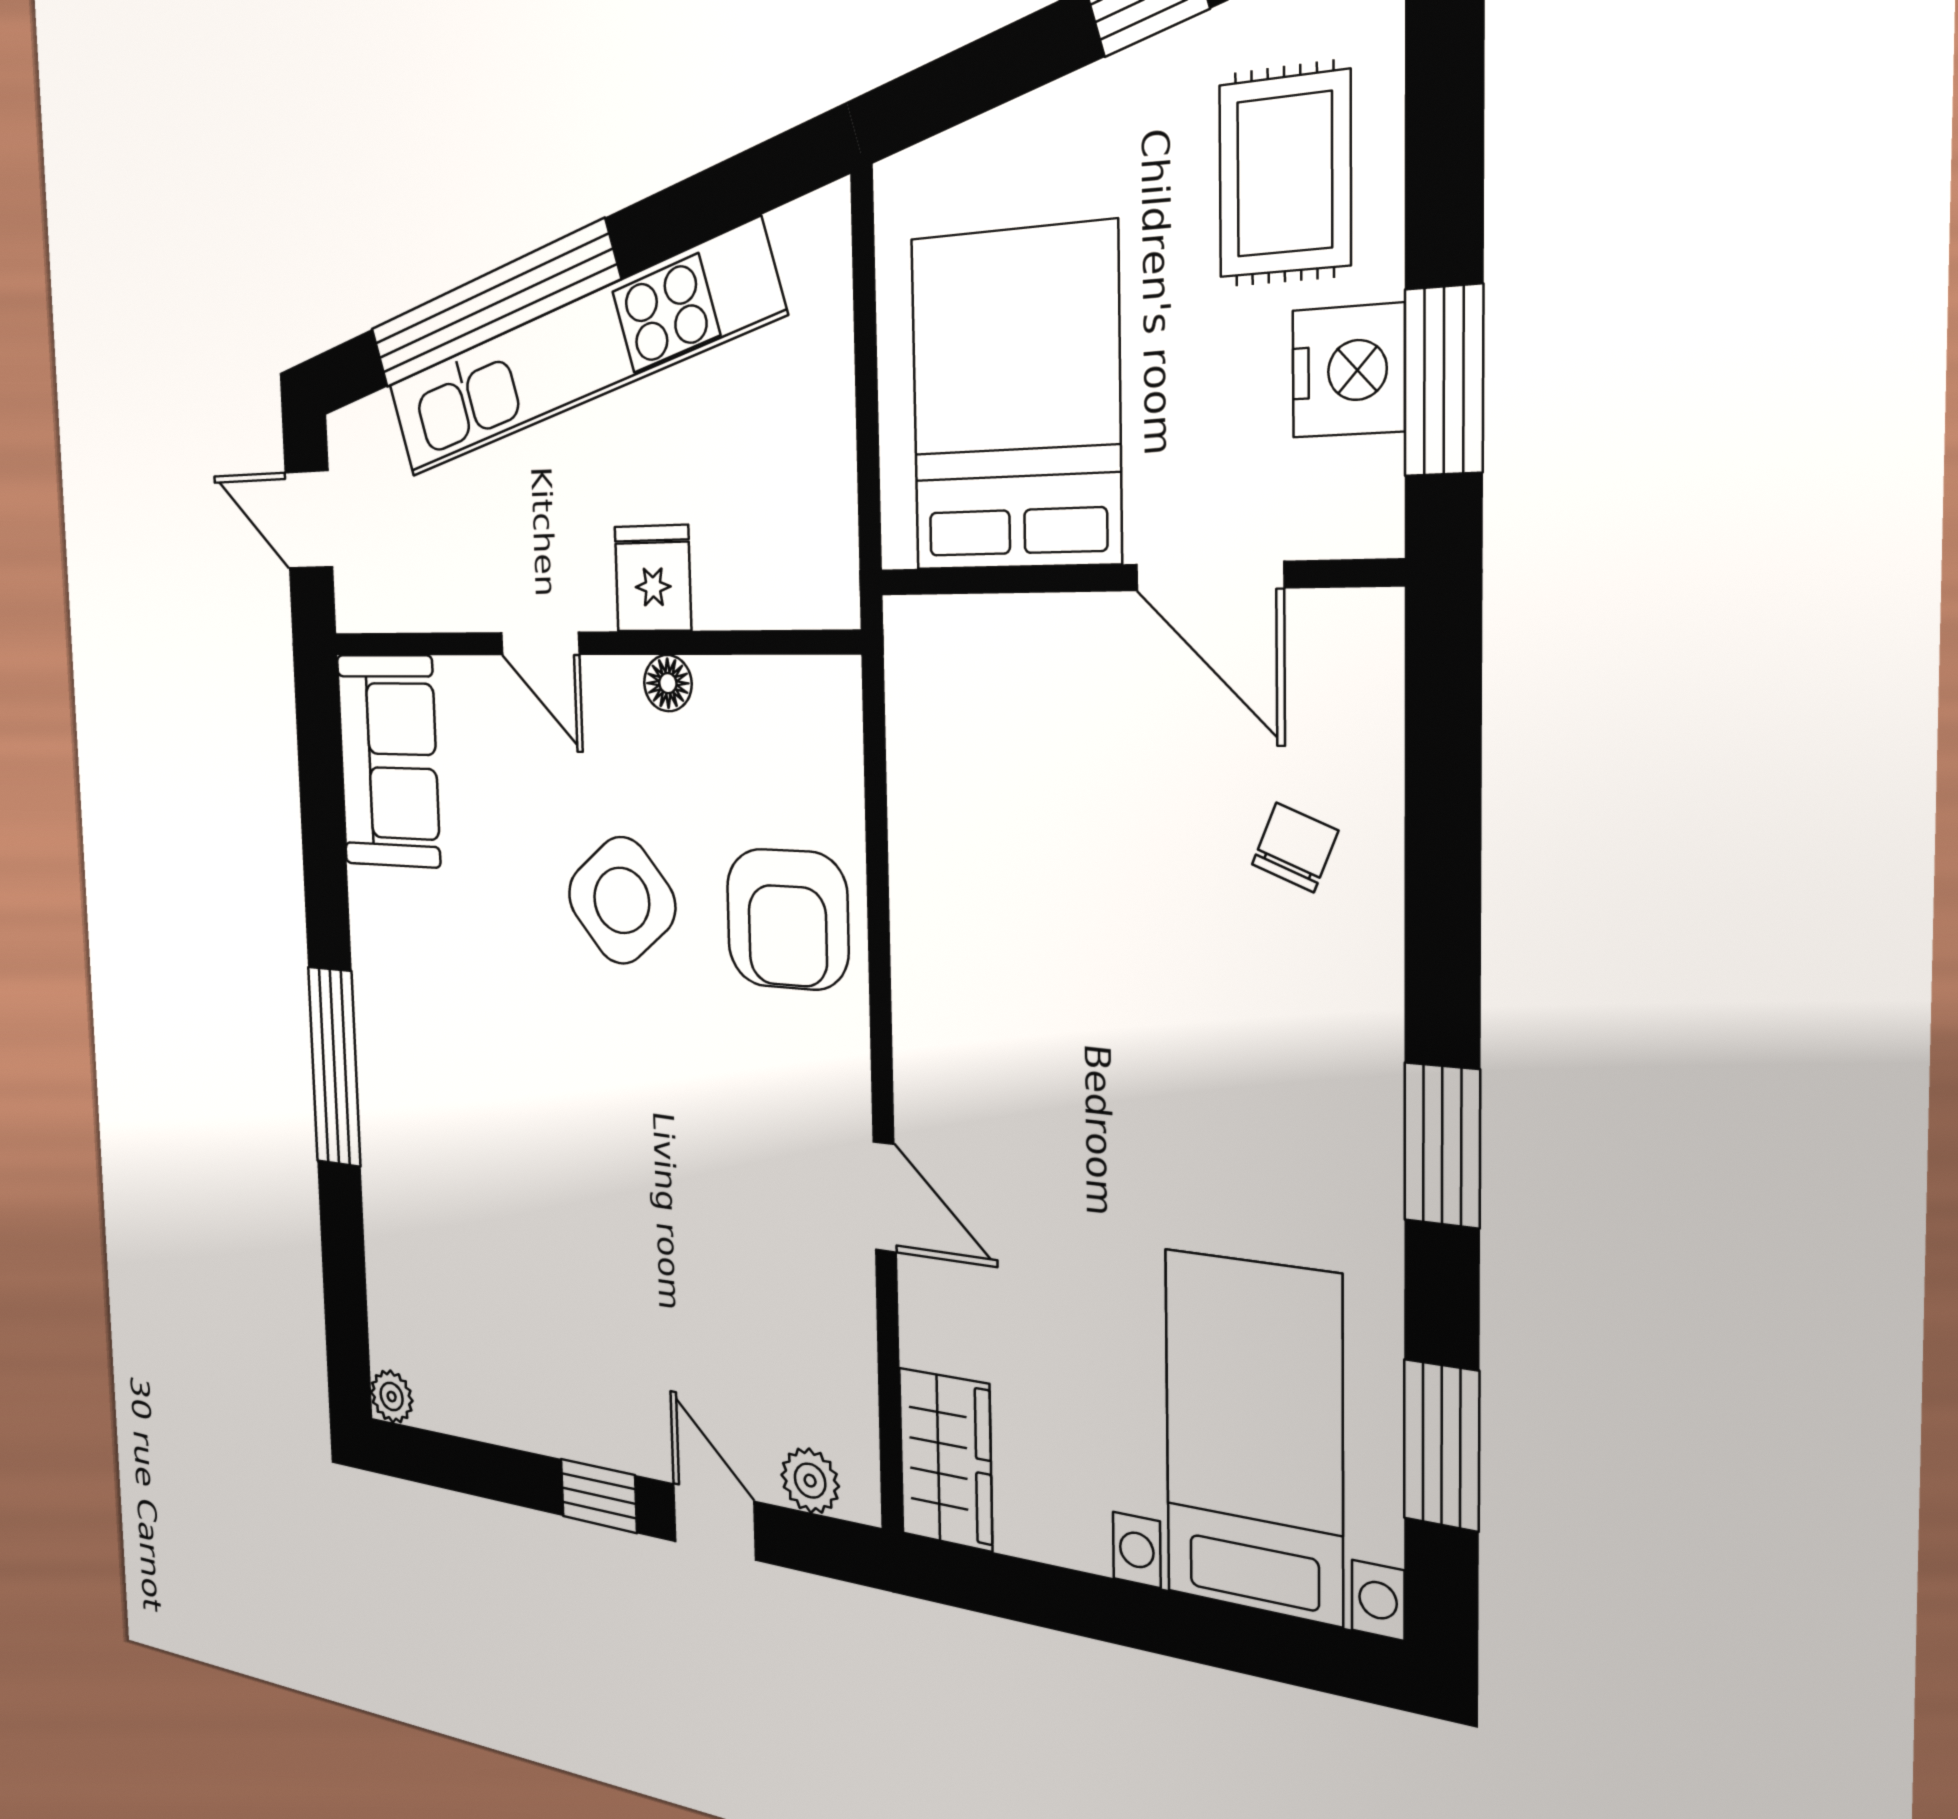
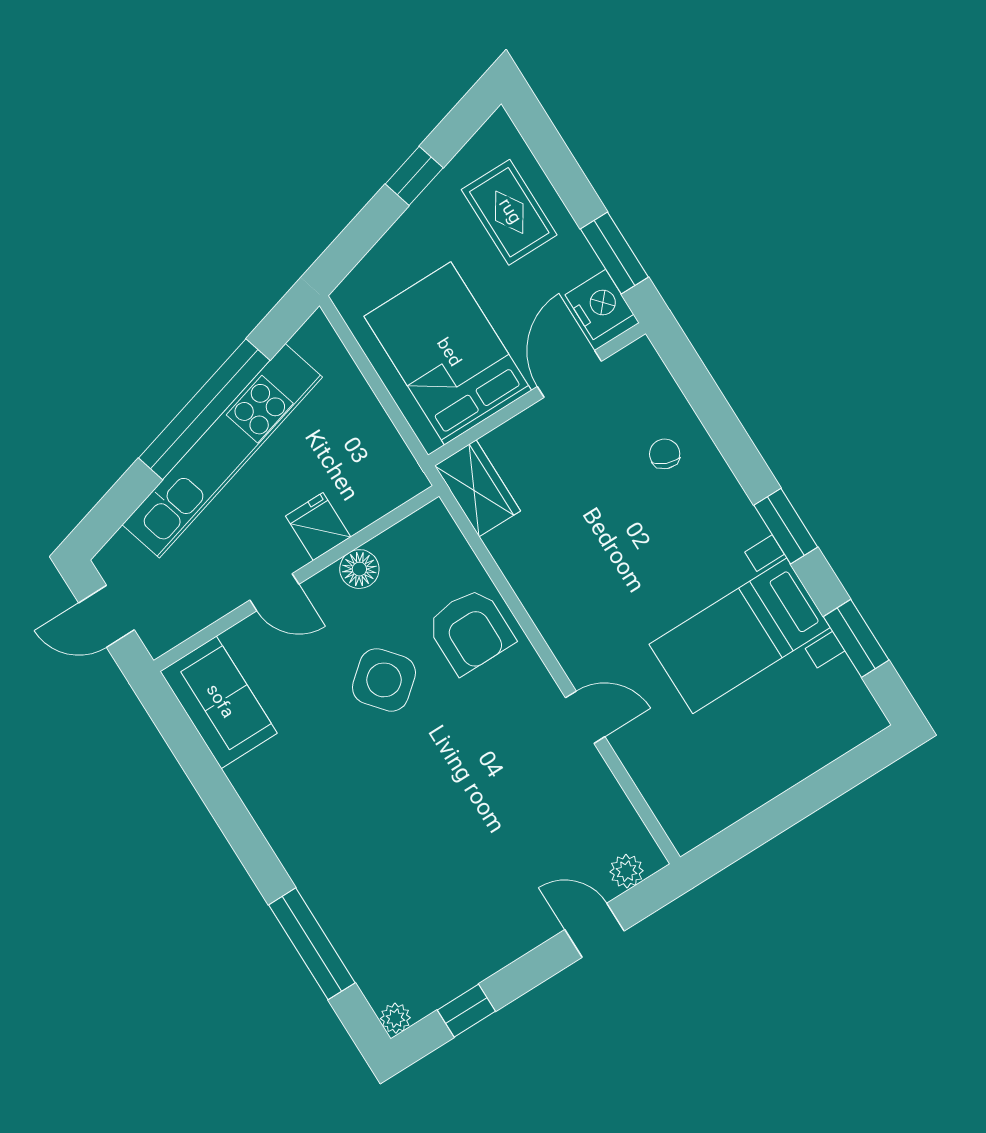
window: (492, 305) -> (204, 409), moved
nightstand: (1348, 371) -> (599, 305), moved
door: (1209, 576) -> (569, 374), swing flipped
floor lamp: (668, 683) -> (359, 569), width x1.37, depth x1.37
window: (334, 1067) -> (312, 944), moved
bed with nightstands: (1253, 1436) -> (740, 636), moved, turned -90
wardrobe: (946, 1459) -> (478, 488), moved
window: (599, 1496) -> (466, 1011), moved

